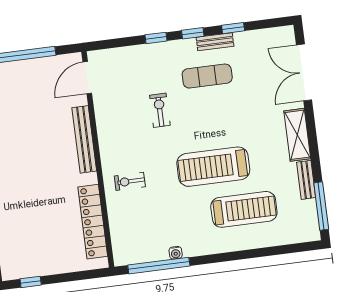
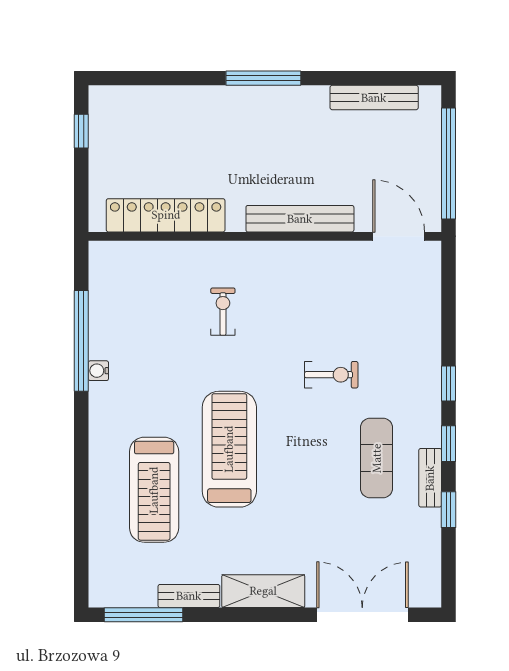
door: (87, 78) -> (399, 236), moved
bench: (84, 139) -> (300, 219), moved
wall: (98, 159) -> (265, 236), moved
locker: (93, 222) -> (166, 215), moved

